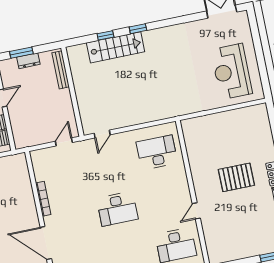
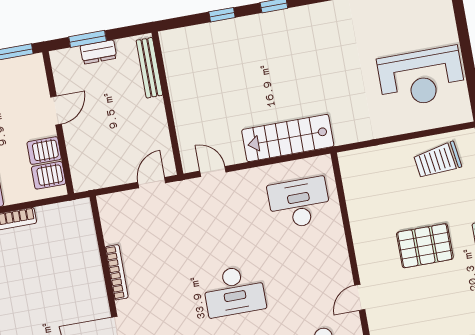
stairs: (116, 47) -> (288, 138), moved, turned 180
reception desk: (232, 72) -> (421, 77), turned -90
trolley: (243, 124) -> (437, 160), added
door: (102, 134) -> (213, 172), swing flipped

